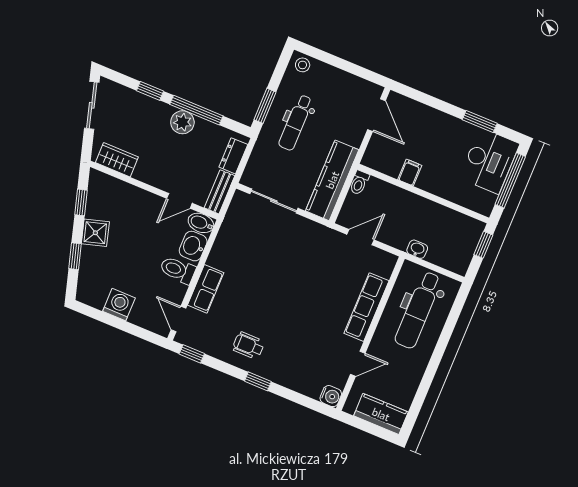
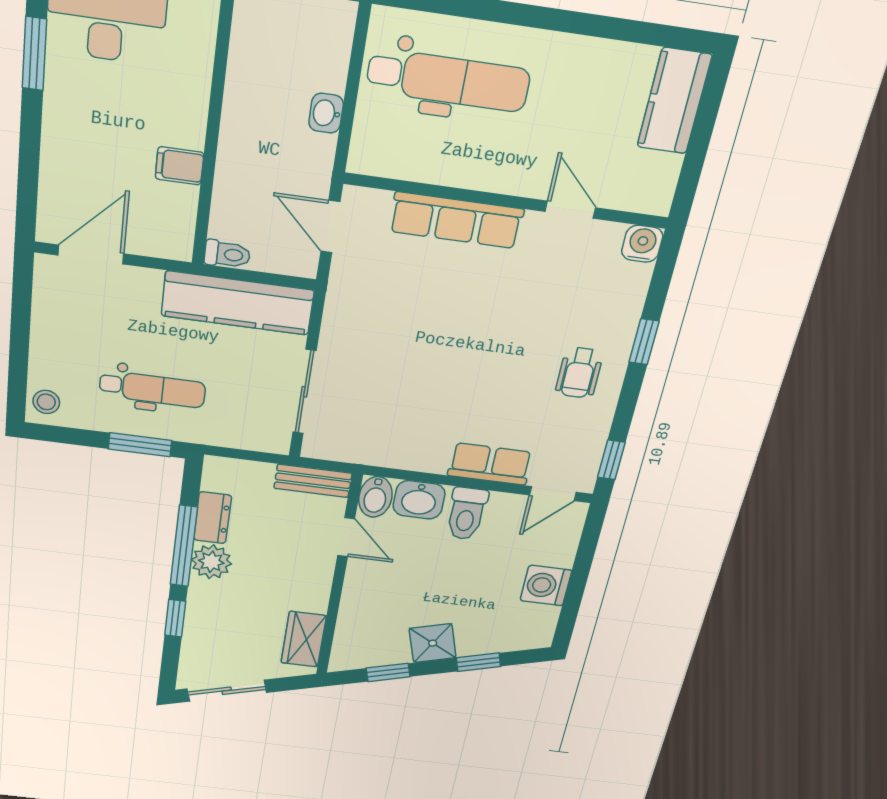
dresser: (233, 156) -> (212, 518), moved, turned -90
row of seats: (366, 307) -> (456, 220), moved
wall: (370, 334) -> (507, 201), moved
door: (358, 364) -> (570, 210), moved
water cooler: (331, 396) -> (642, 244), moved

